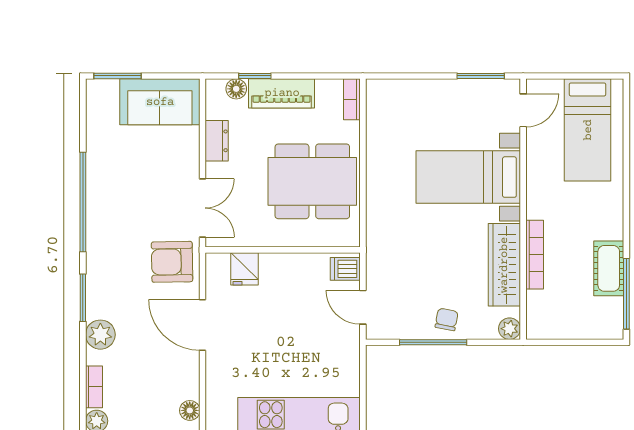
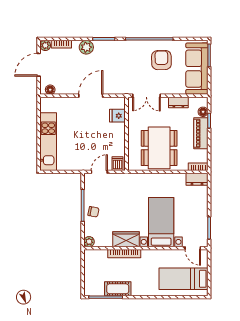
sofa: (160, 102) -> (197, 69), width x1.36
dresser: (378, 102) -> (197, 179), added
armchair: (172, 262) -> (161, 60), moved
wardrobe: (504, 265) -> (126, 239), width x0.67

